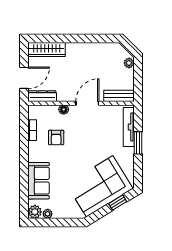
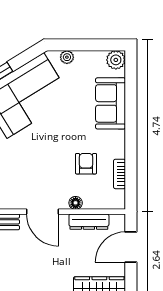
dresser: (42, 96) -> (89, 222), moved
door: (87, 103) -> (42, 212), hinge flipped
plant: (48, 214) -> (67, 57), moved

